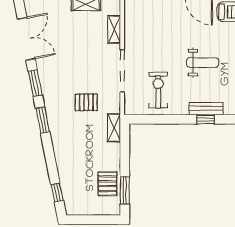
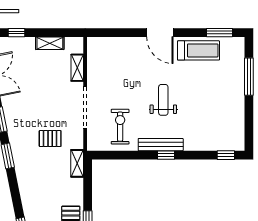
weight bench: (203, 63) -> (163, 100), turned -90
bench: (206, 109) -> (161, 145), width x1.36

